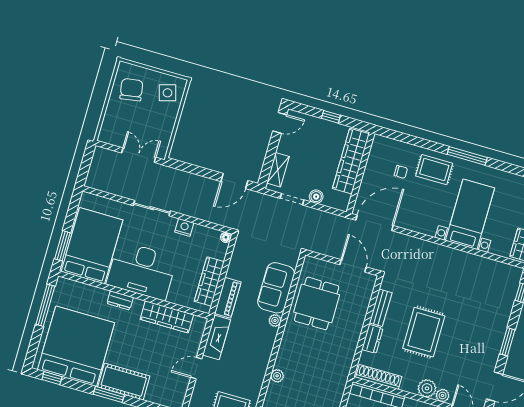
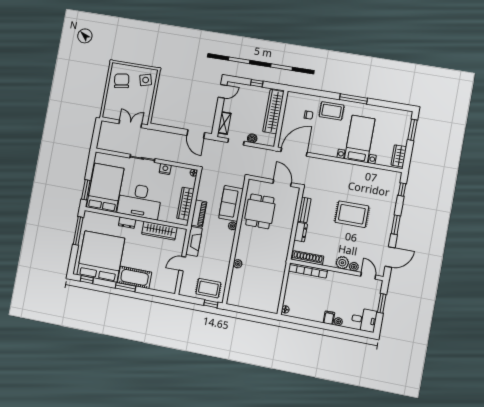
door: (234, 181) -> (196, 134), hinge flipped
rug: (424, 332) -> (352, 214), moved, turned 90

